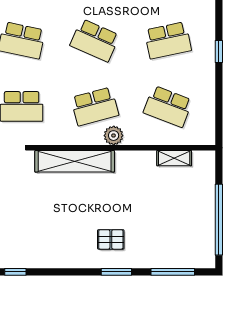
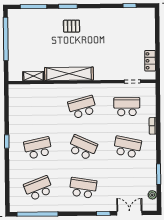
school desk: (168, 106) -> (38, 108), removed
plant: (114, 136) -> (71, 90), removed
shelving: (75, 161) -> (69, 74), moved

